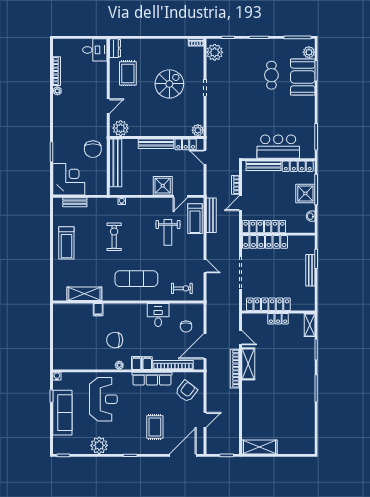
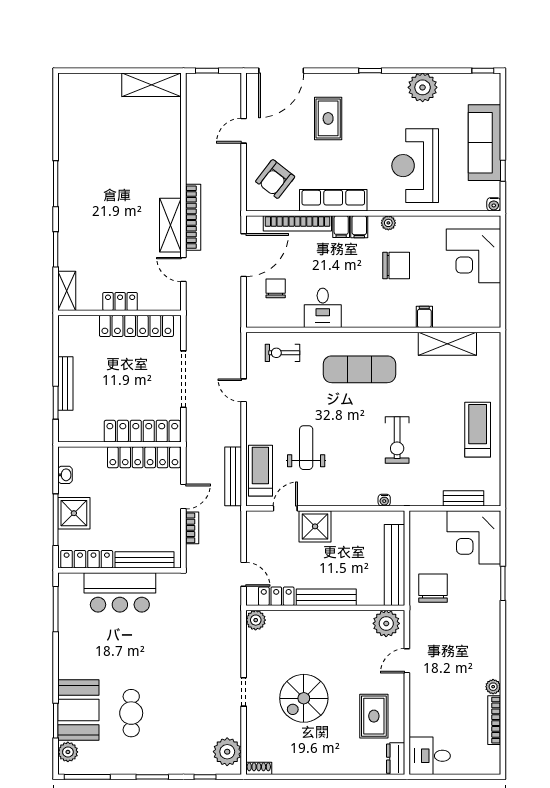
corner desk: (69, 346) -> (473, 256), added

